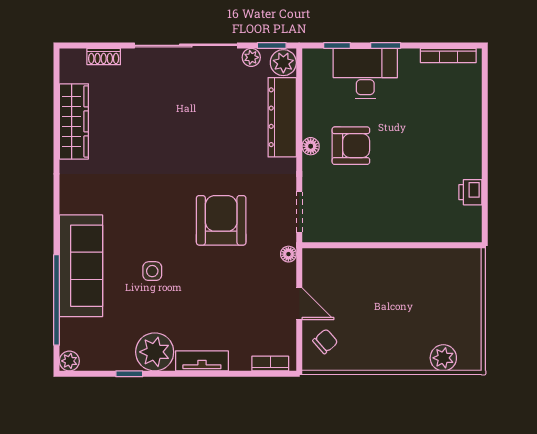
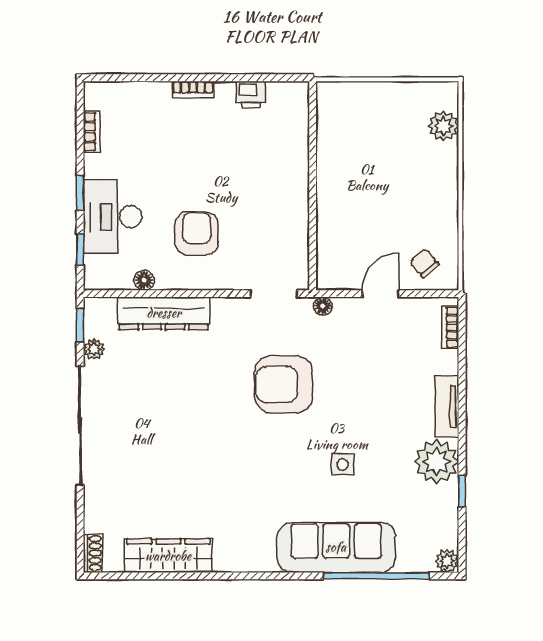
bookcase: (448, 55) -> (92, 132), width x0.64
shoe rack: (104, 56) -> (93, 553), moved
plant: (283, 63) -> (100, 312), removed
bookcase: (475, 142) -> (193, 89), added
floor lamp: (311, 146) -> (144, 280), moved

